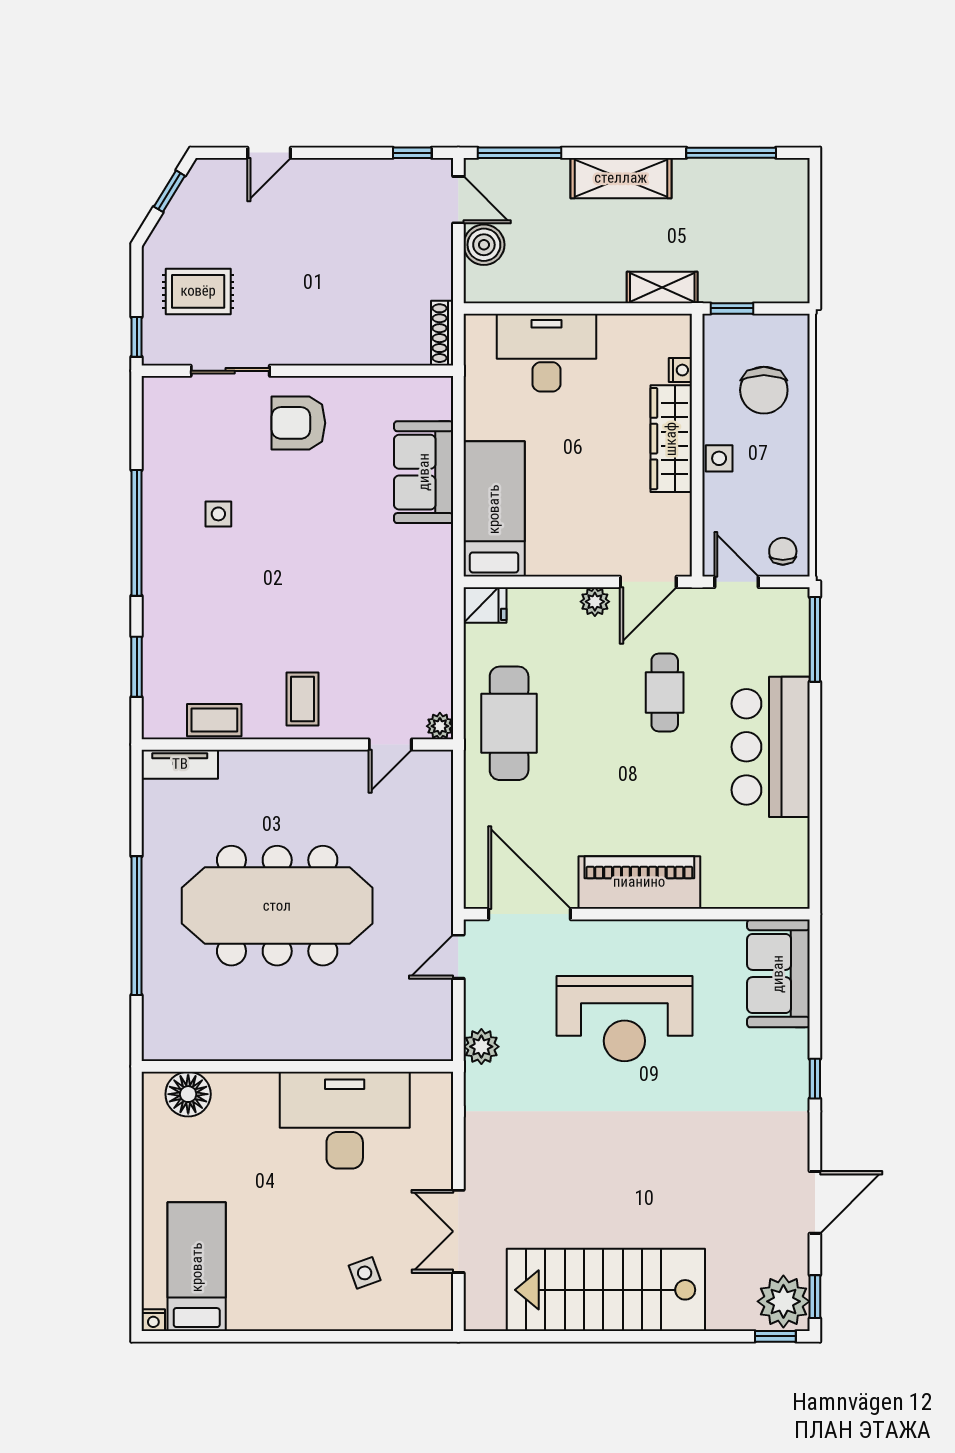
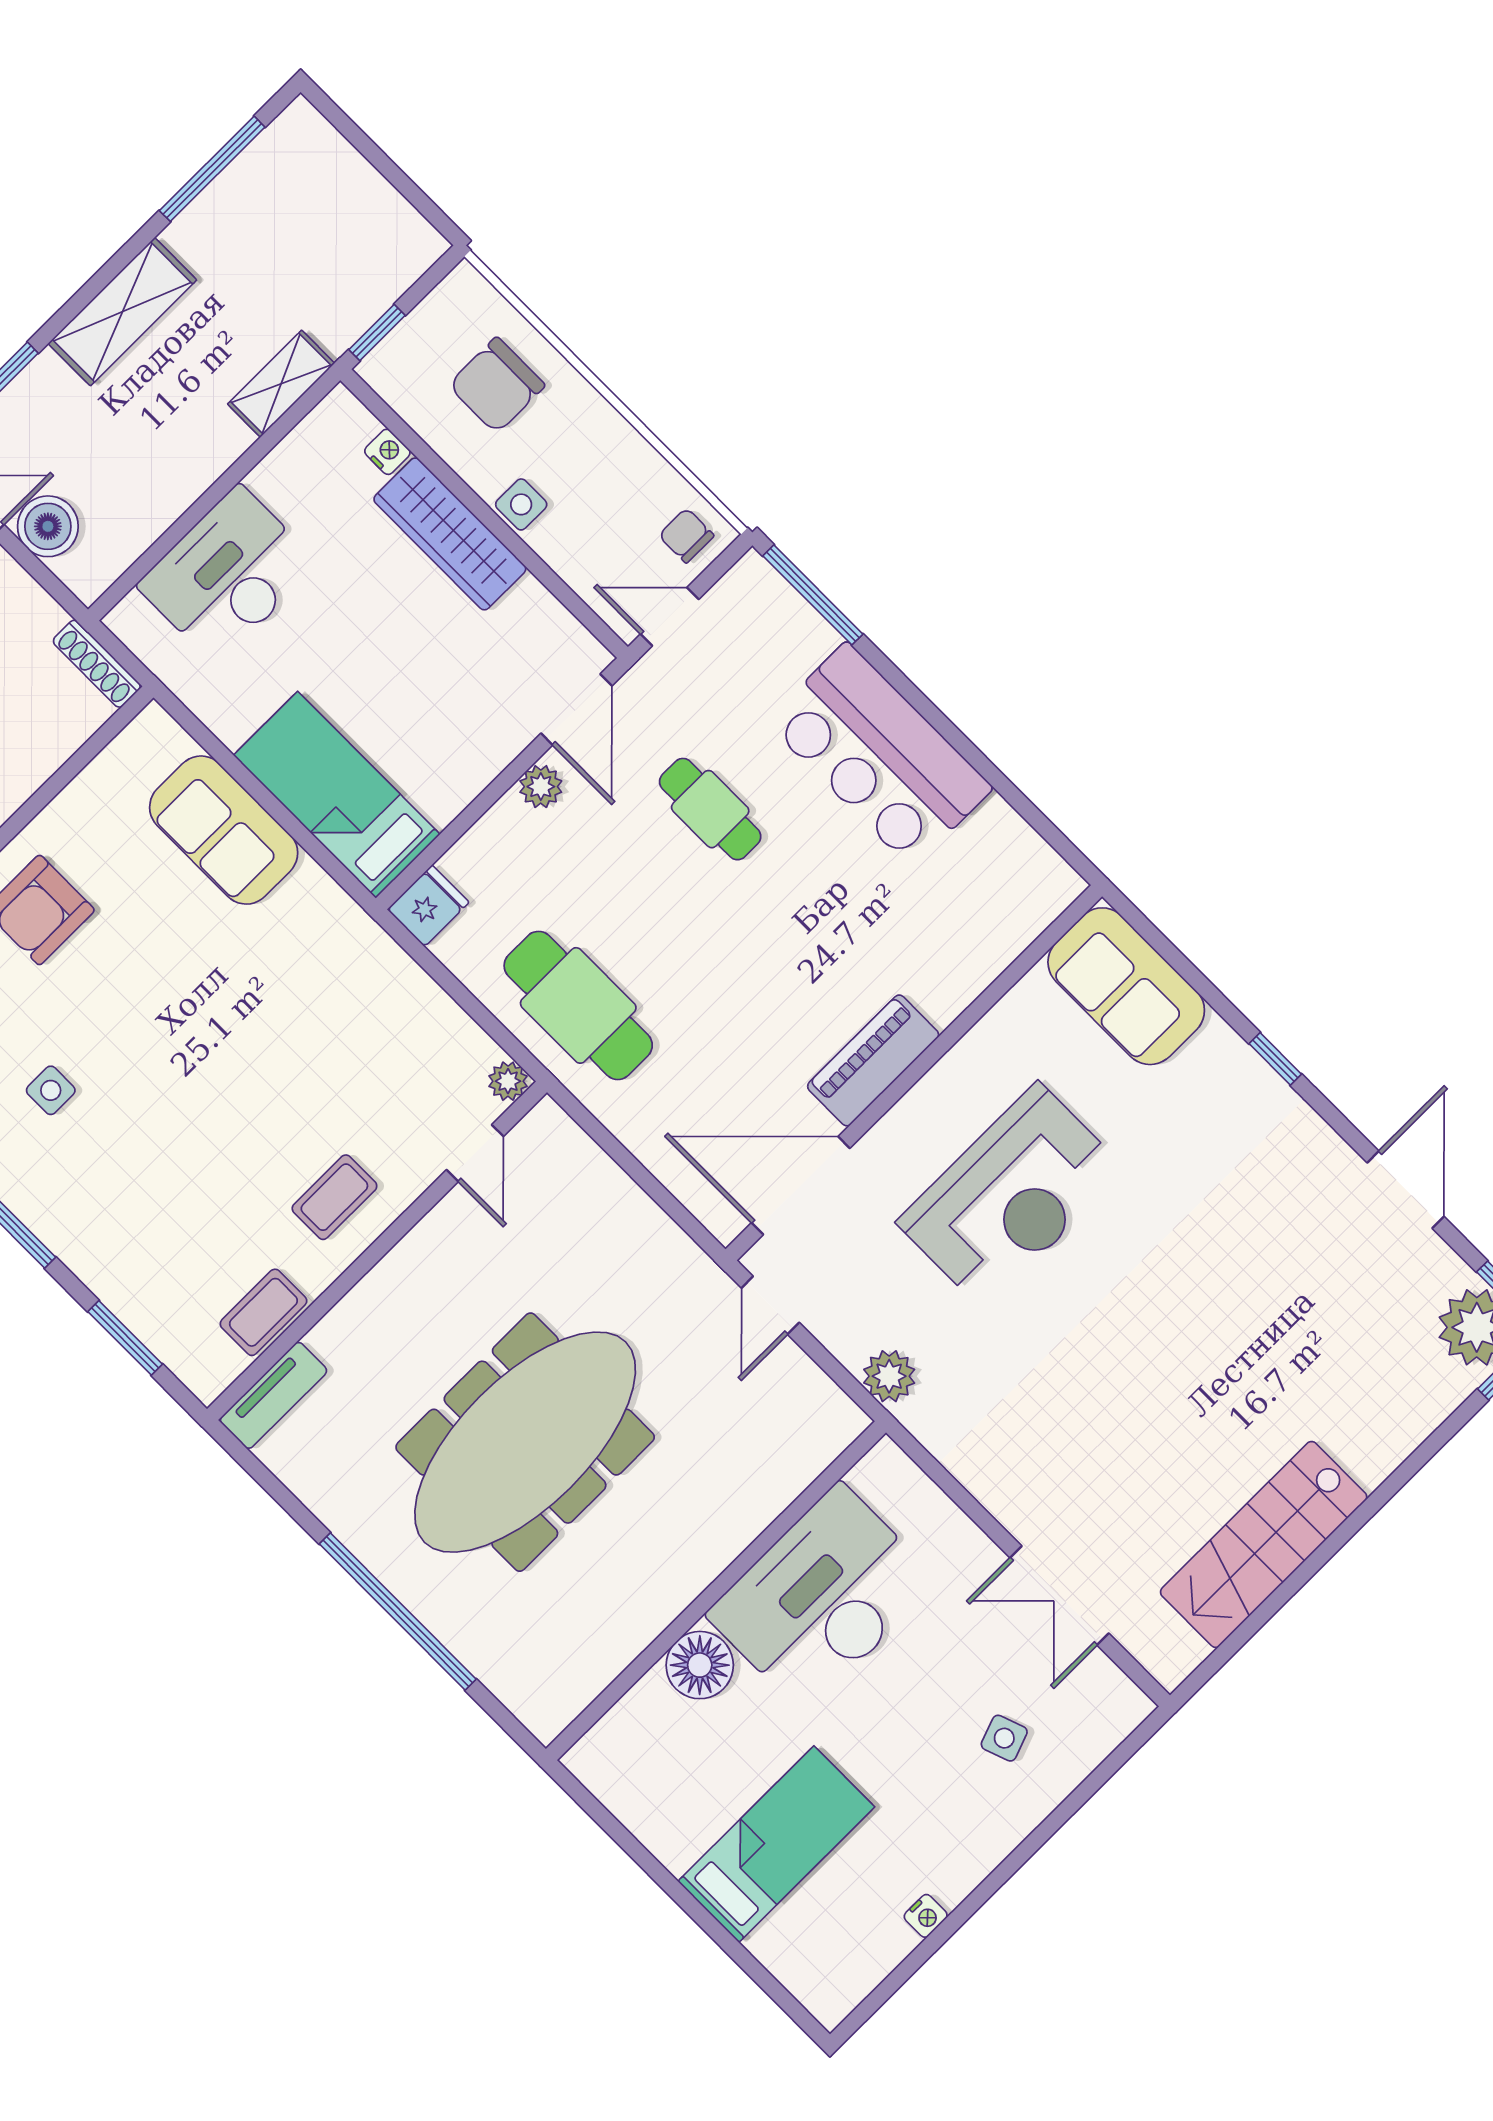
chair: (764, 390) -> (497, 385), turned 90
coffee table: (303, 699) -> (334, 1197), turned 90
piano: (639, 882) -> (873, 1060), width x0.73, depth x0.75
floor lamp: (188, 1094) -> (700, 1665), moved
bed: (197, 1267) -> (776, 1844), moved, turned 90
stairs: (606, 1290) -> (1264, 1544), width x0.73, depth x0.66
nightstand: (153, 1320) -> (926, 1916), moved

